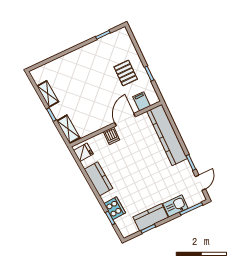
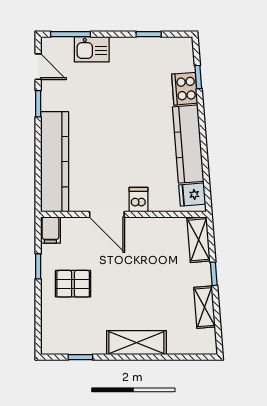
shelving: (76, 57) -> (136, 343), added
pallet: (126, 73) -> (73, 284), turned 90
filing cabinet: (142, 101) -> (50, 230), moved
door: (125, 120) -> (107, 214), hinge flipped
kitchen counter: (98, 179) -> (188, 144), width x1.50
door: (200, 183) -> (38, 67), swing flipped
kitchen counter: (151, 217) -> (137, 50), removed

